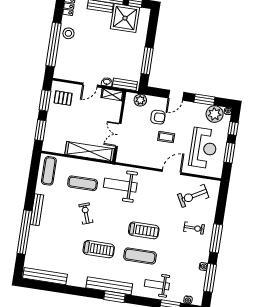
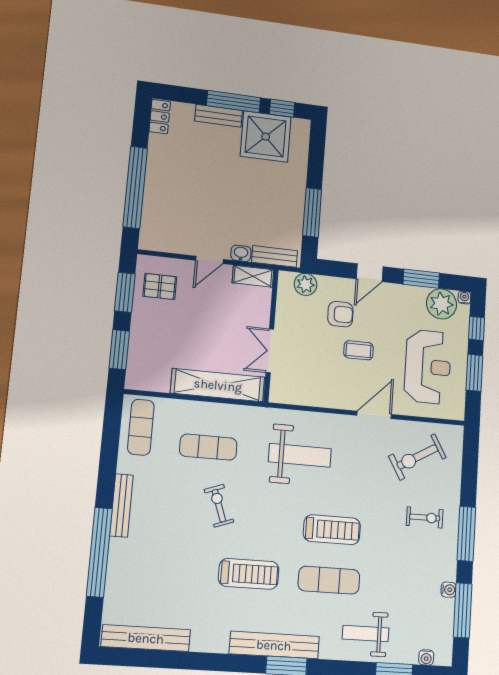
stool: (68, 33) -> (162, 166), removed
weight bench: (120, 185) -> (300, 455), moved, turned 180

